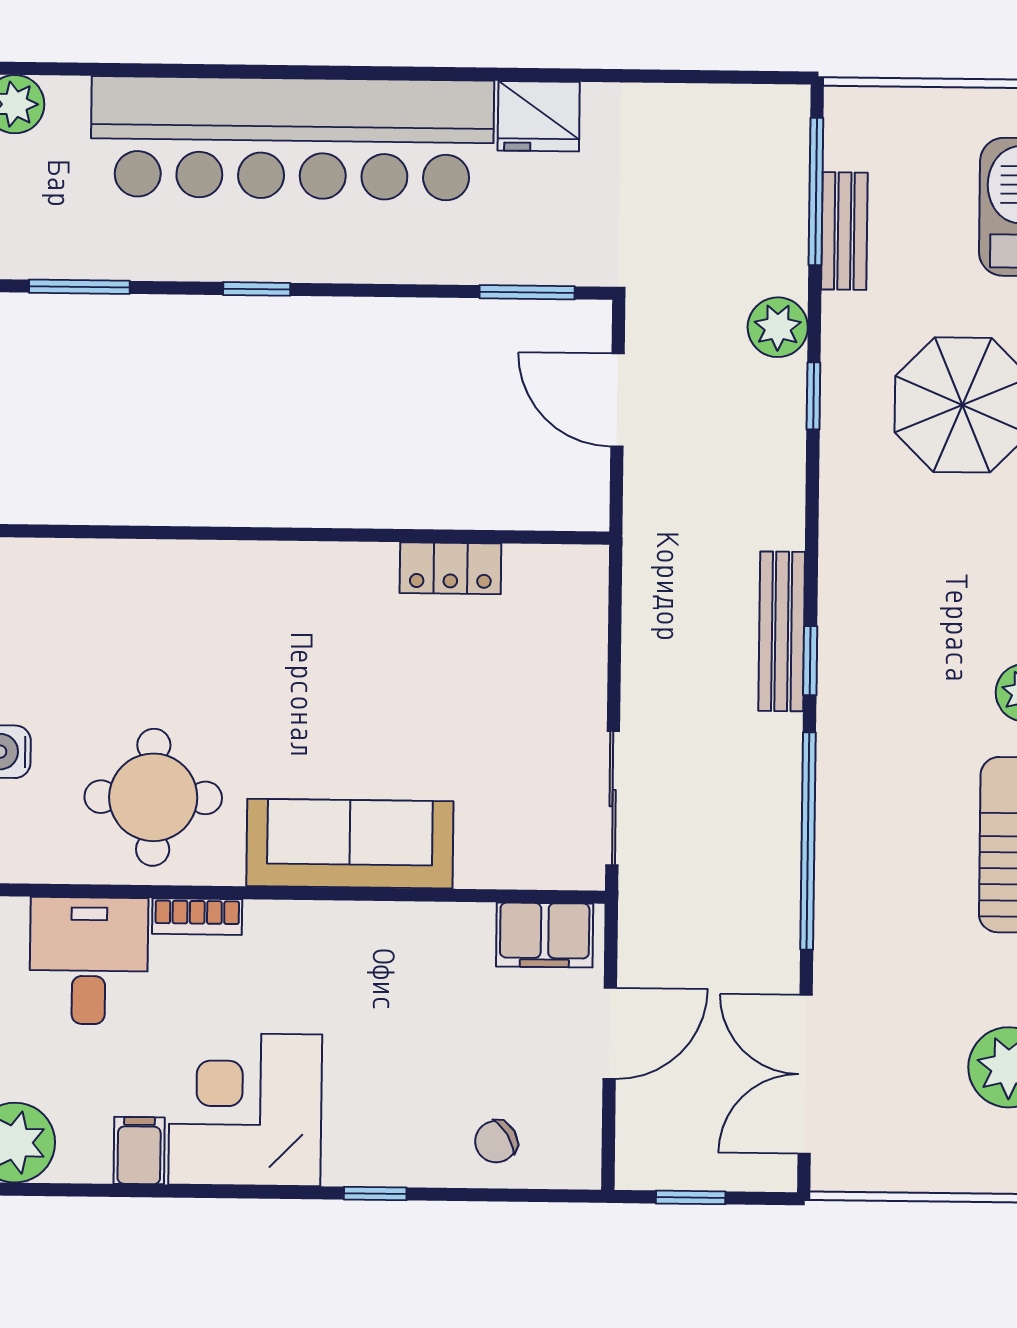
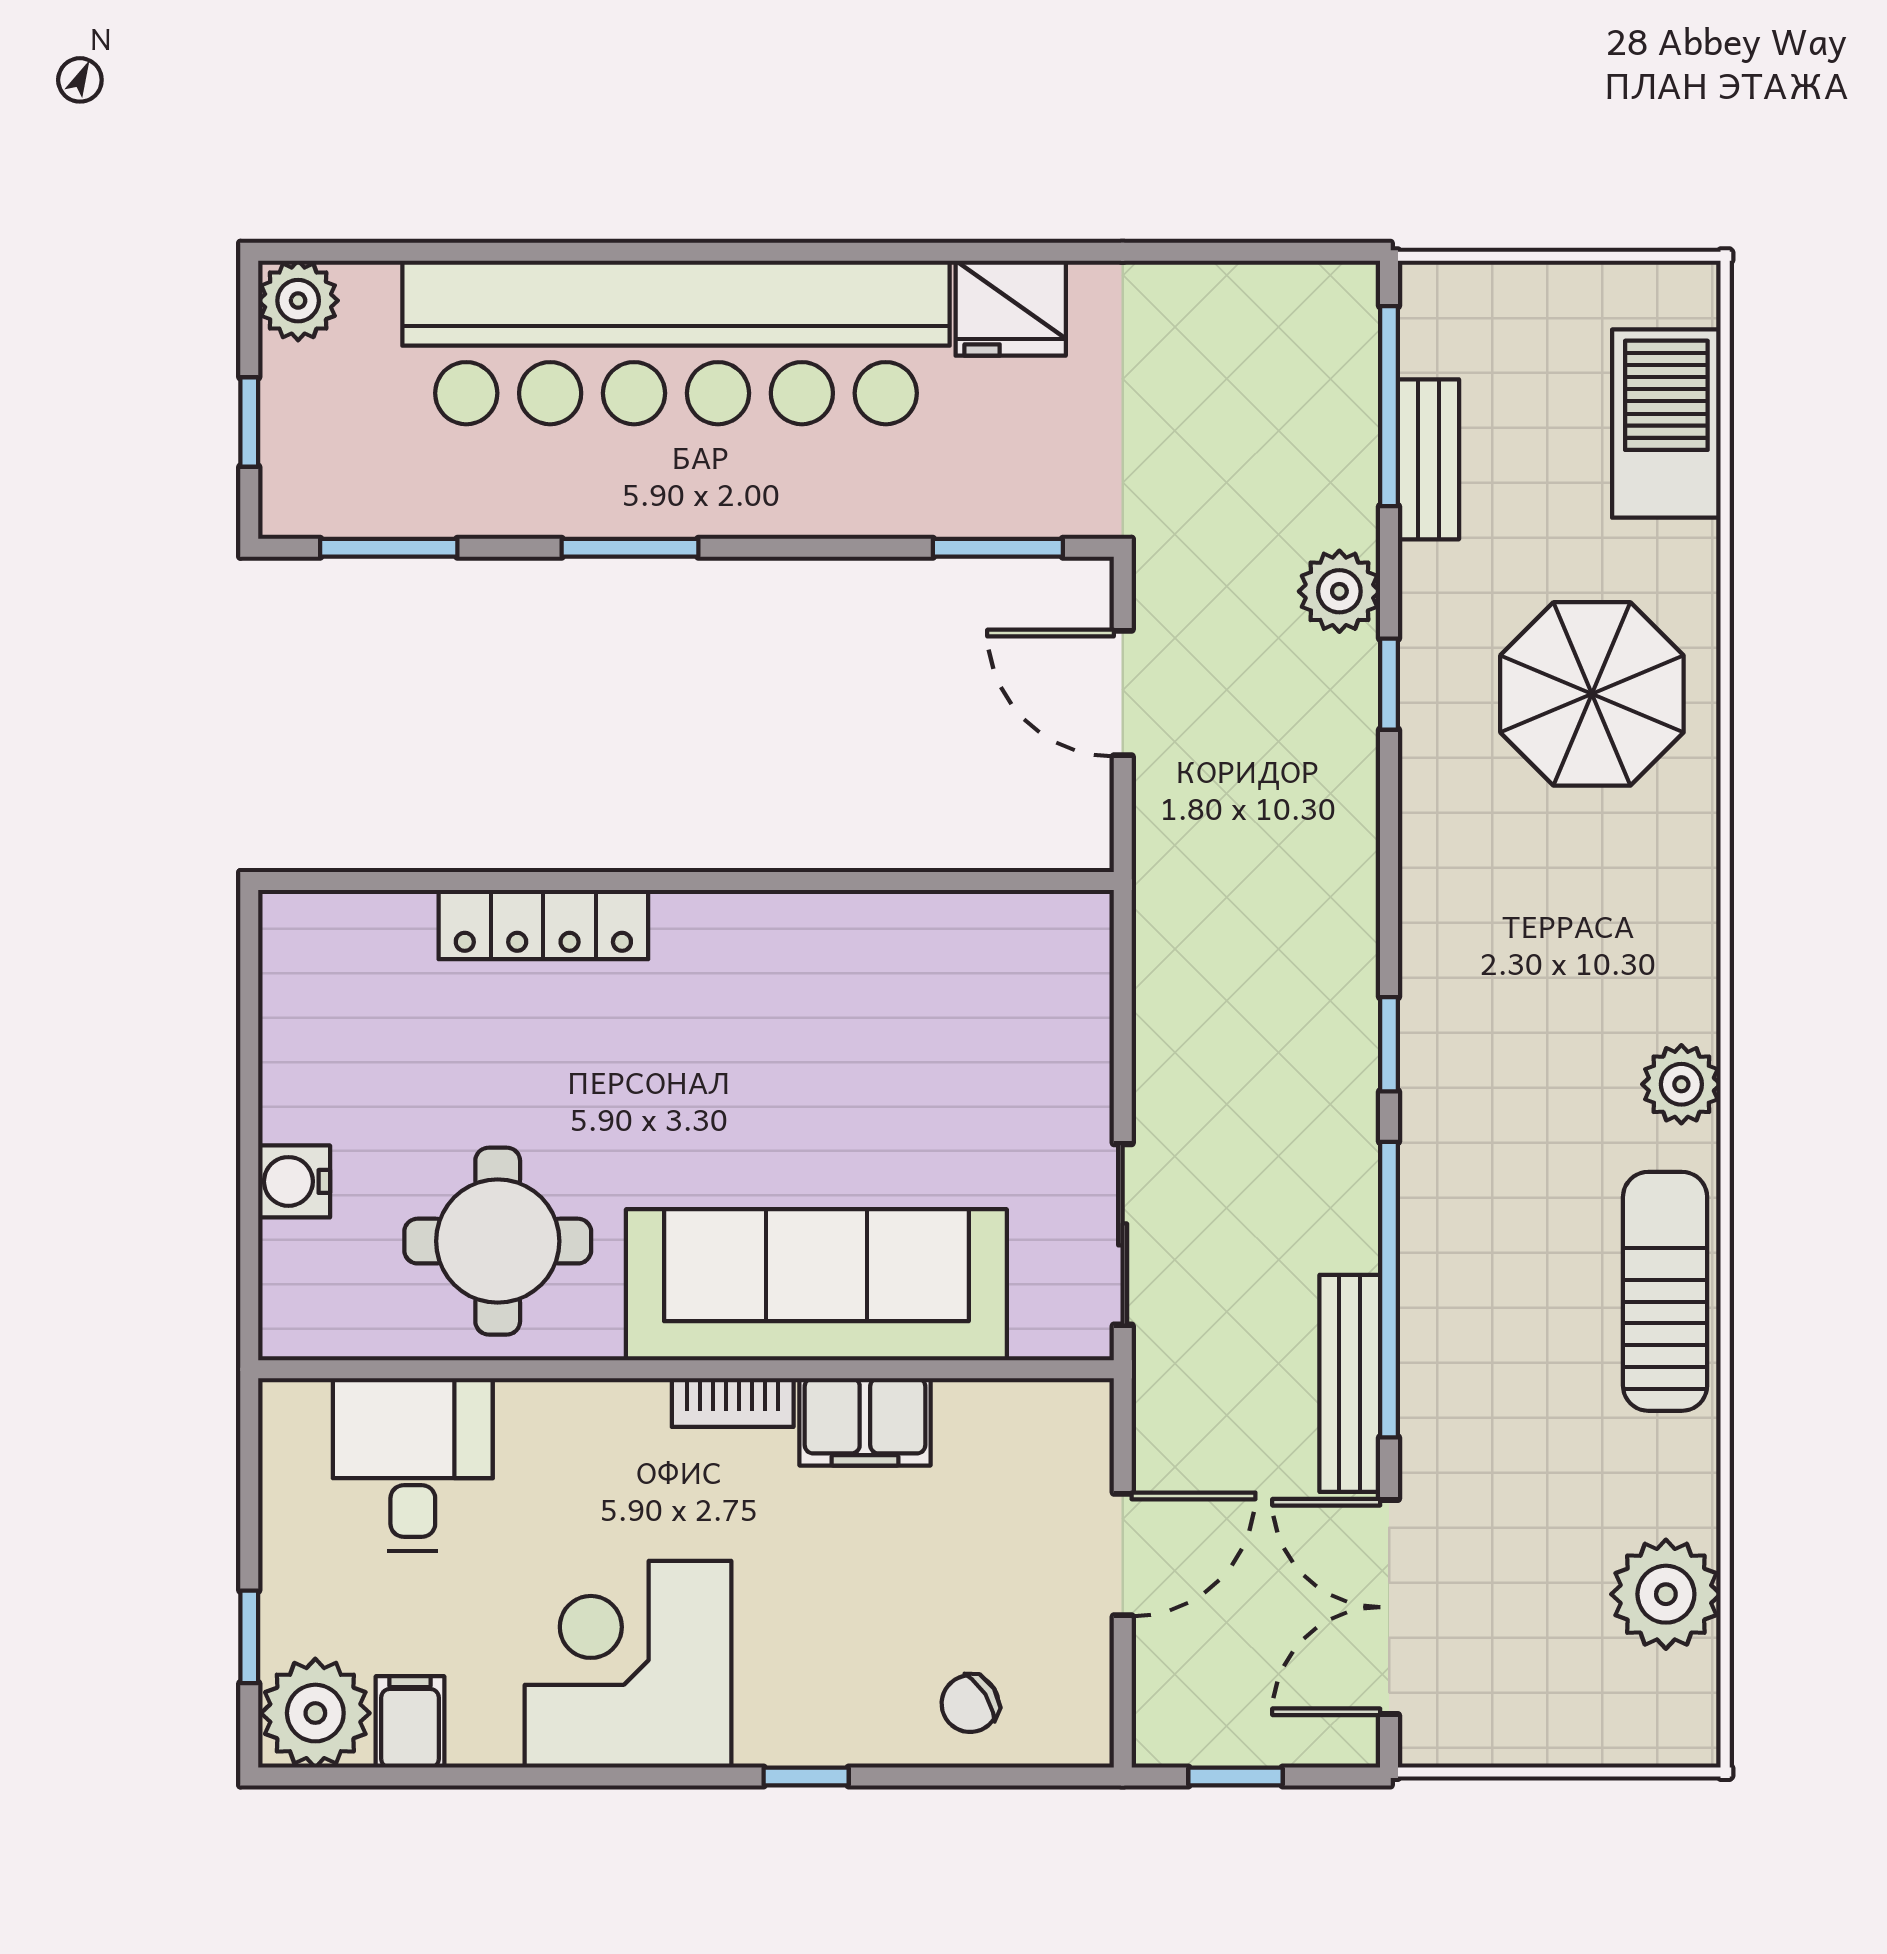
window: (257, 289) -> (630, 548), width x1.50
locker: (450, 568) -> (543, 924), moved, width x1.53
bench: (782, 631) -> (1350, 1383), moved
sofa: (350, 844) -> (816, 1285), width x1.36, depth x1.27
bookcase: (197, 917) -> (733, 1403), moved
filing cabinet: (545, 935) -> (865, 1422), moved
filing cabinet: (139, 1151) -> (410, 1722), moved

